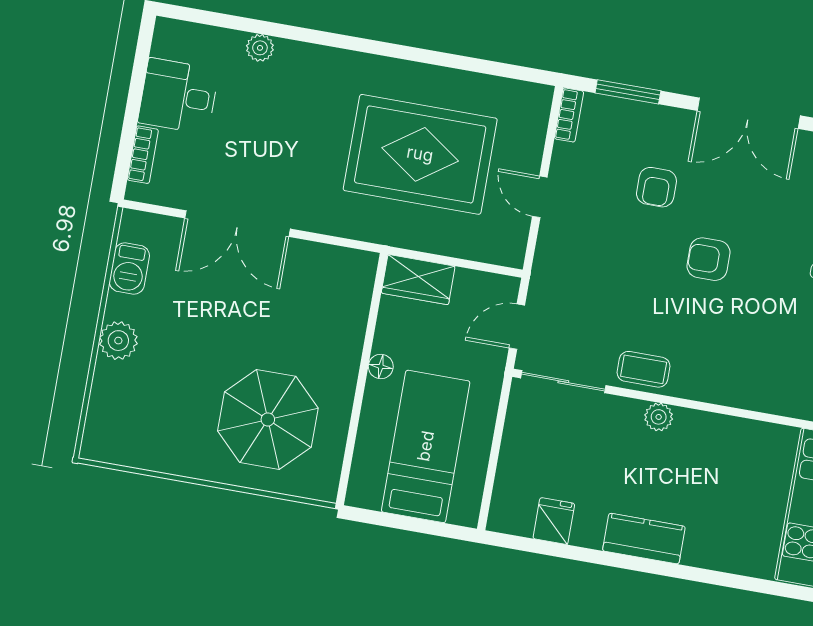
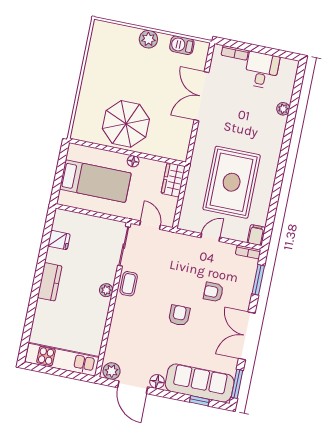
filing cabinet: (532, 99) -> (256, 235), added
parasol: (268, 419) -> (126, 124), moved

